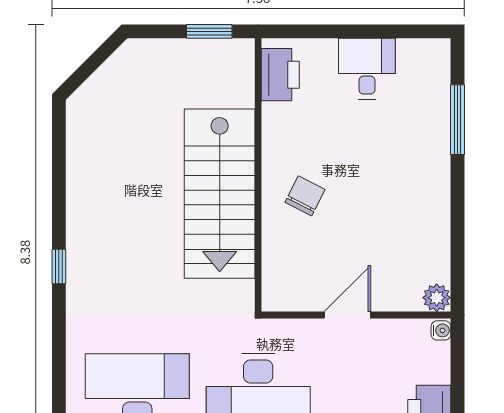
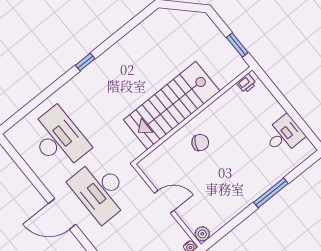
desk: (367, 69) -> (284, 135), moved
printer: (280, 75) -> (246, 83), width x0.53, depth x0.68
window: (457, 120) -> (271, 193), moved

